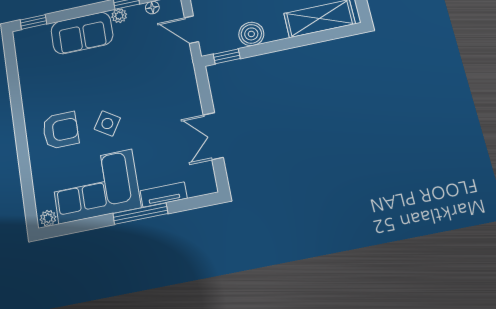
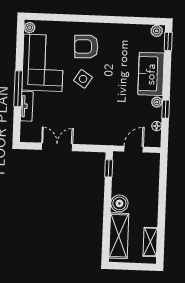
boiler: (251, 34) -> (119, 203), moved
plant: (22, 41) -> (157, 31), added
armchair: (61, 130) -> (86, 47), turned 88

